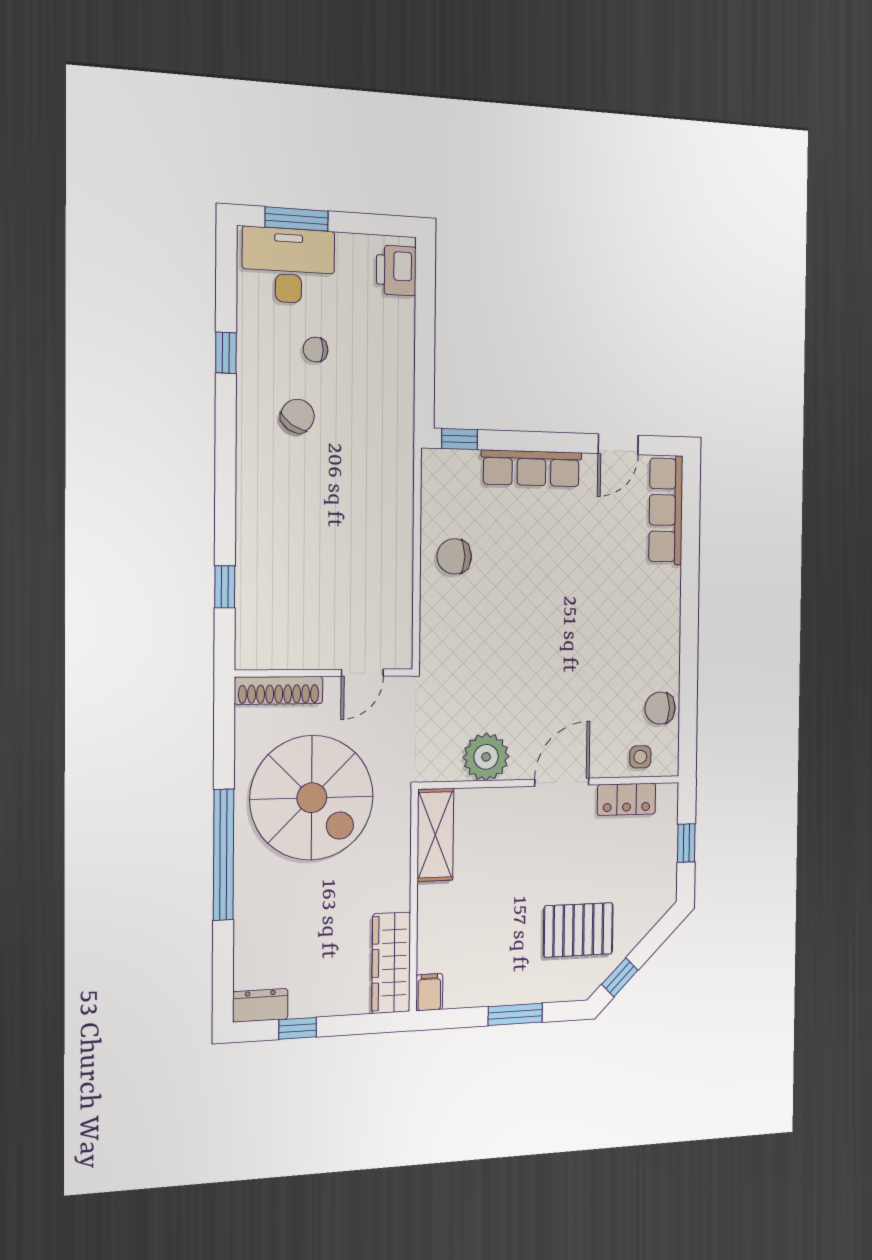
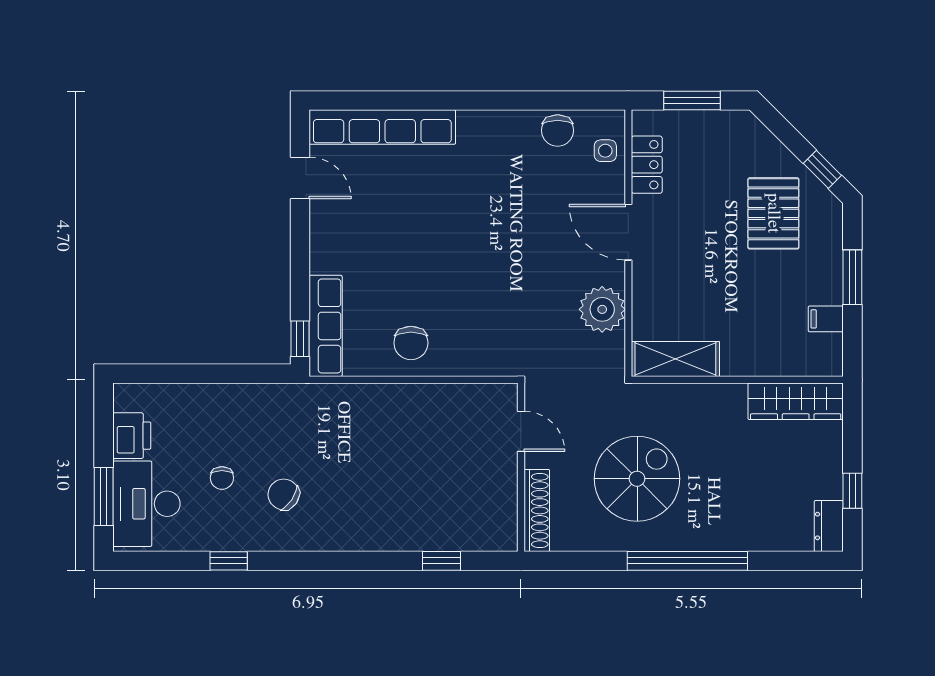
printer: (396, 270) -> (132, 436), moved, turned -90
row of seats: (532, 468) -> (326, 326), moved
row of seats: (666, 510) -> (382, 127), width x1.36
spiral stairs: (312, 798) -> (637, 479), width x0.73, depth x0.73
window: (686, 843) -> (692, 100), width x1.50
filing cabinet: (429, 992) -> (826, 319), moved

